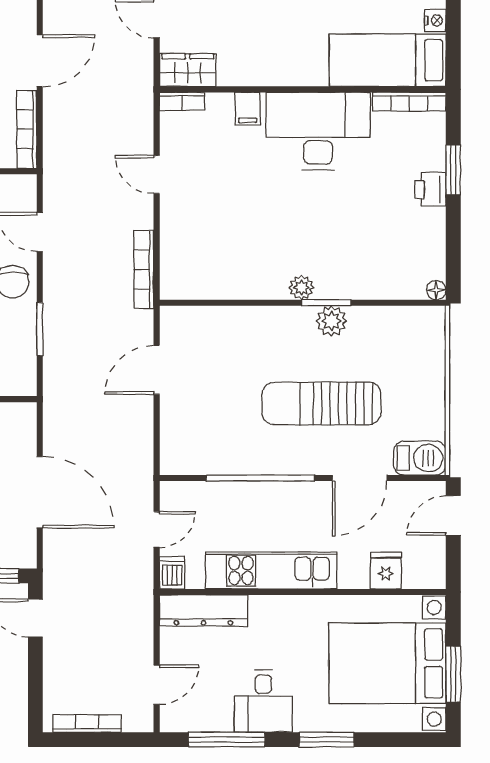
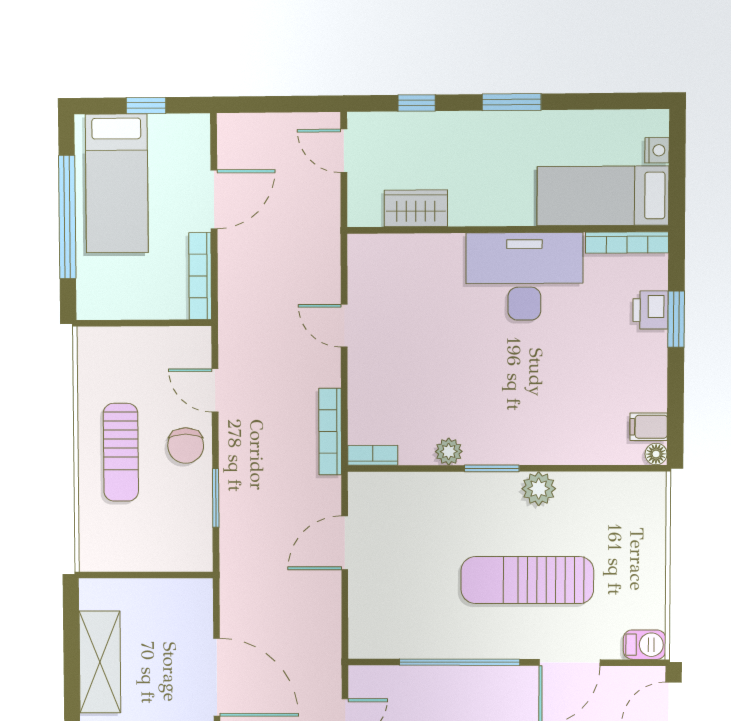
wardrobe: (188, 70) -> (416, 208), moved
bookcase: (182, 101) -> (373, 455), moved, turned 180
filing cabinet: (248, 109) -> (649, 427), moved, turned 90
printer: (430, 189) -> (650, 310), moved
plant: (301, 288) -> (449, 451), moved
window: (326, 303) -> (492, 468), moved
barbecue: (420, 458) -> (645, 645), width x0.73, depth x0.79

